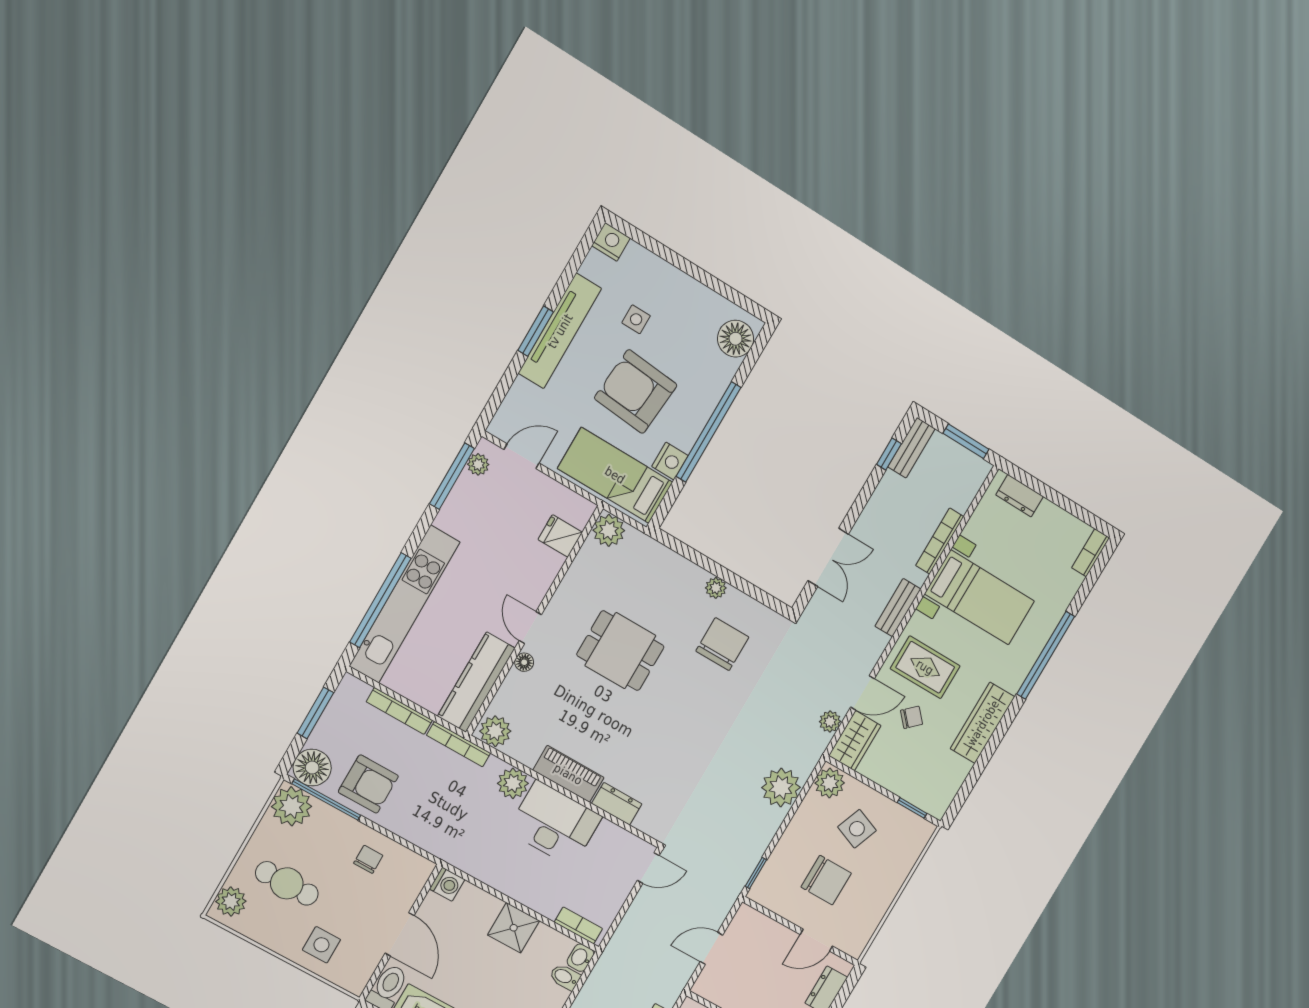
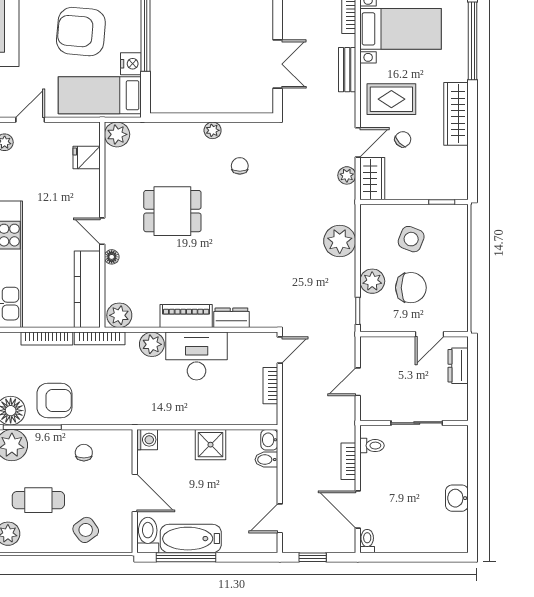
chair: (722, 644) -> (240, 166), width x0.54, depth x0.54
plant: (830, 783) -> (372, 281), moved
bookcase: (578, 925) -> (270, 386), moved, turned -90
side table: (321, 945) -> (86, 530), turned -36

